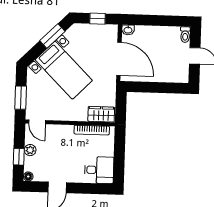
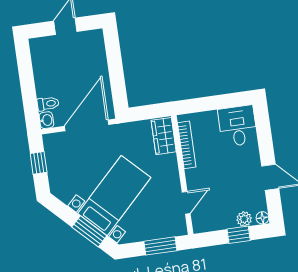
toilet: (185, 35) -> (48, 104), moved
window: (52, 36) -> (89, 231), moved
door: (37, 122) -> (186, 203), moved
plant: (30, 150) -> (244, 219), moved

